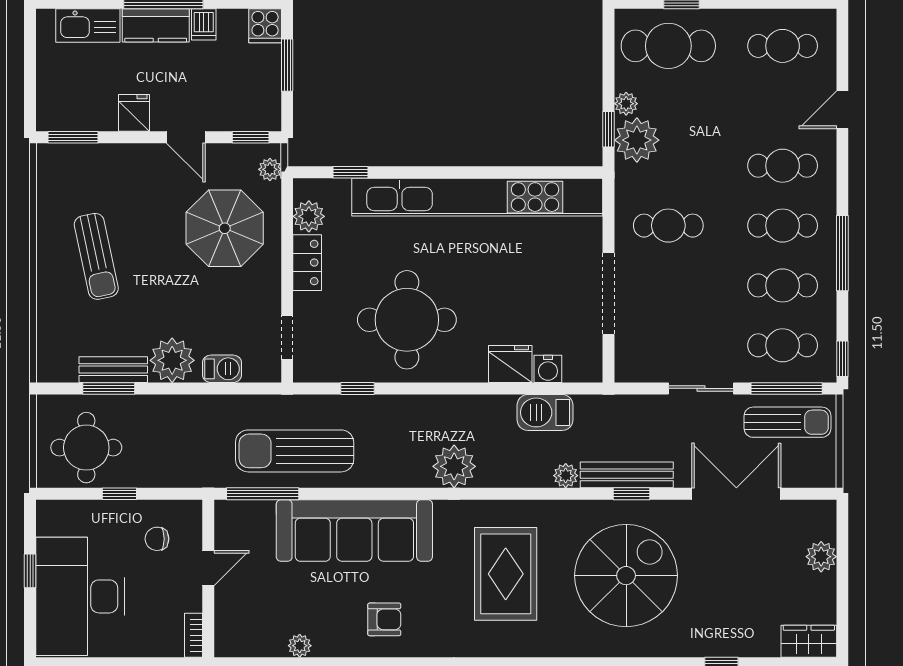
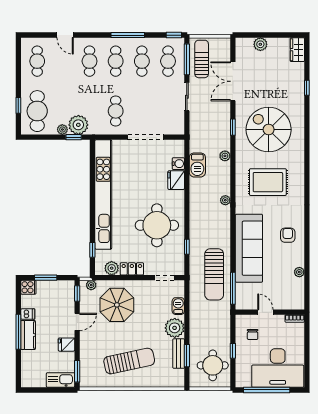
kitchen sink: (88, 26) -> (60, 380), moved, turned -90
sun lounger: (96, 256) -> (129, 361), width x1.36, depth x1.34
plant: (454, 466) -> (225, 200), width x0.53, depth x0.53
bench: (627, 475) -> (225, 129), removed
window: (30, 571) -> (267, 390), width x3.17

